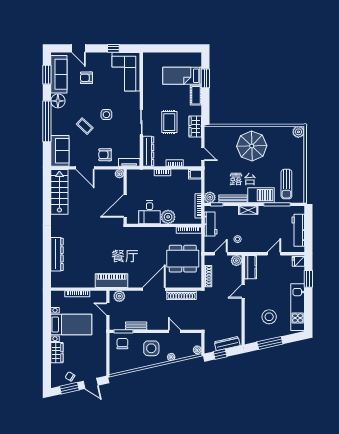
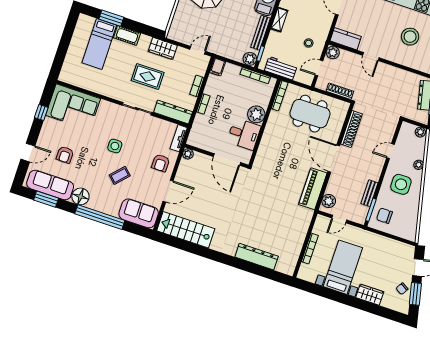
door: (221, 254) -> (319, 68), hinge flipped
dining table: (183, 259) -> (310, 114), turned 90
piano: (111, 281) -> (313, 189), moved

